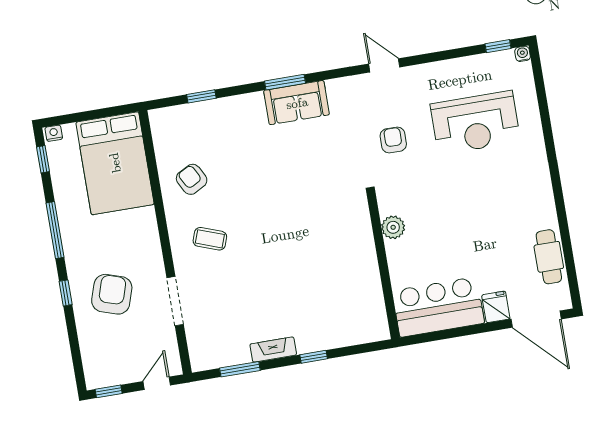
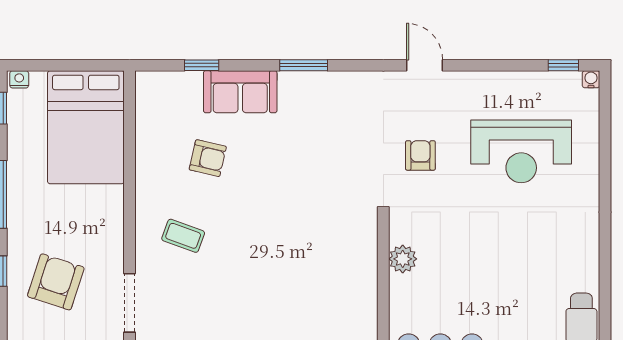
sofa: (297, 103) -> (240, 92), moved
armchair: (192, 179) -> (208, 158), moved, turned 131

